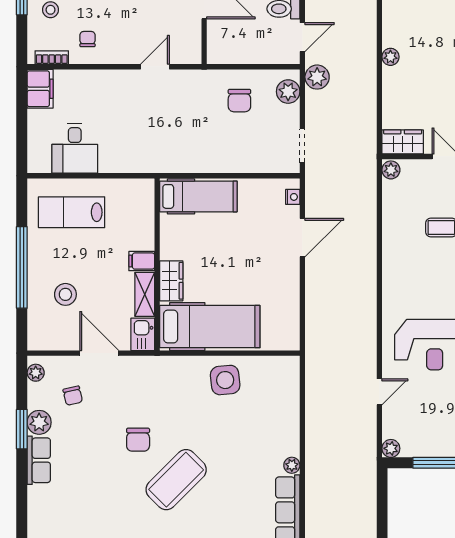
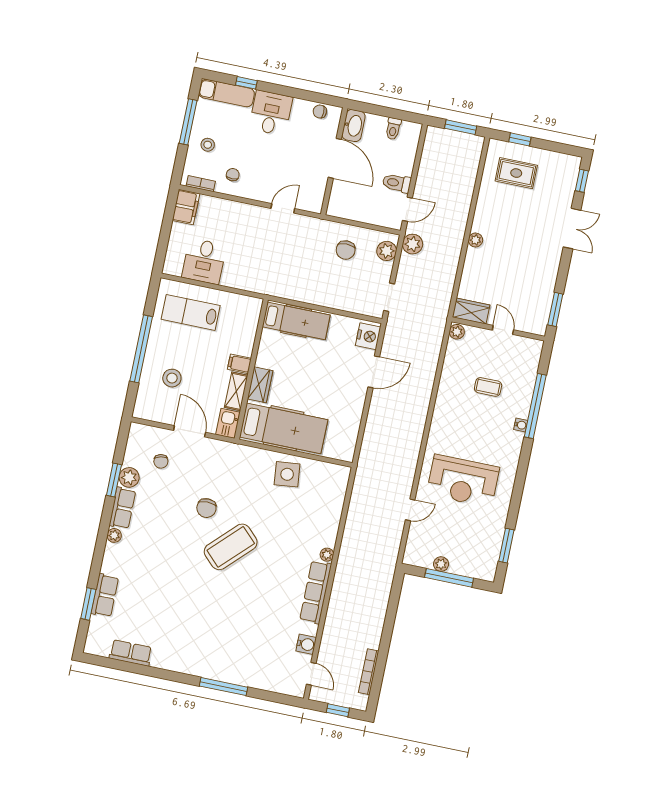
nightstand: (293, 197) -> (368, 336), width x1.89, depth x1.79
plant: (36, 373) -> (114, 535), moved
plant: (391, 448) -> (441, 564), moved

